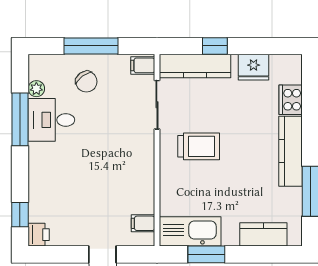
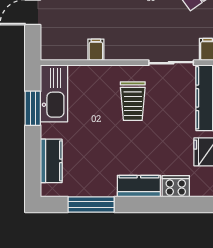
kitchen counter: (291, 151) -> (139, 186), width x0.67
filing cabinet: (143, 223) -> (96, 50), moved

